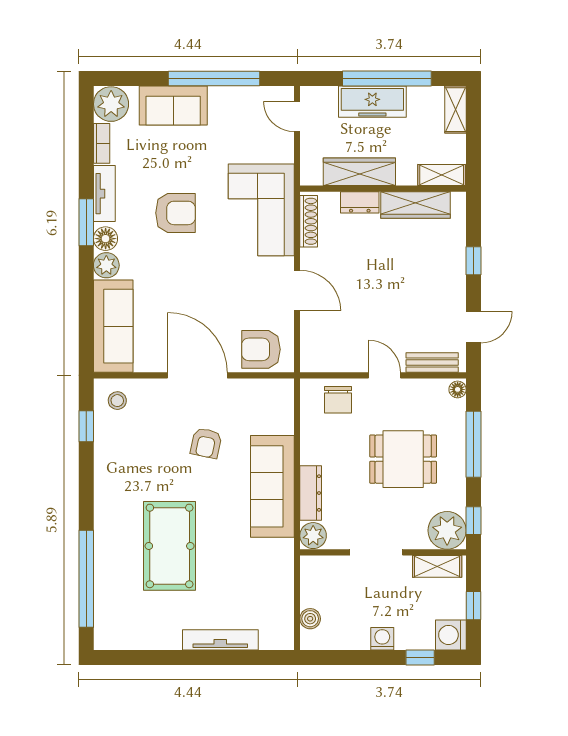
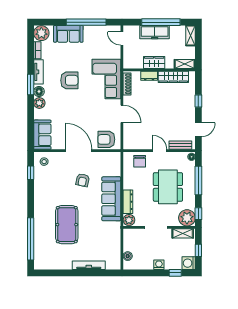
wardrobe: (359, 172) -> (154, 63), width x0.67
sofa: (113, 326) -> (42, 135), width x0.73
dining table: (403, 459) -> (168, 187), width x1.38

